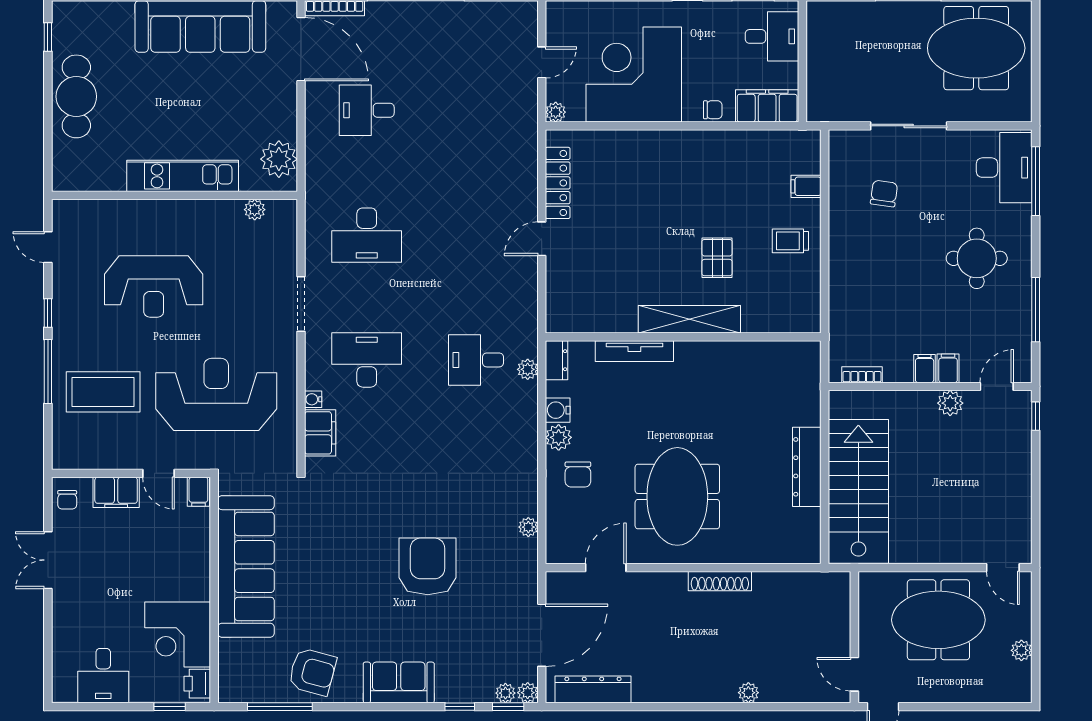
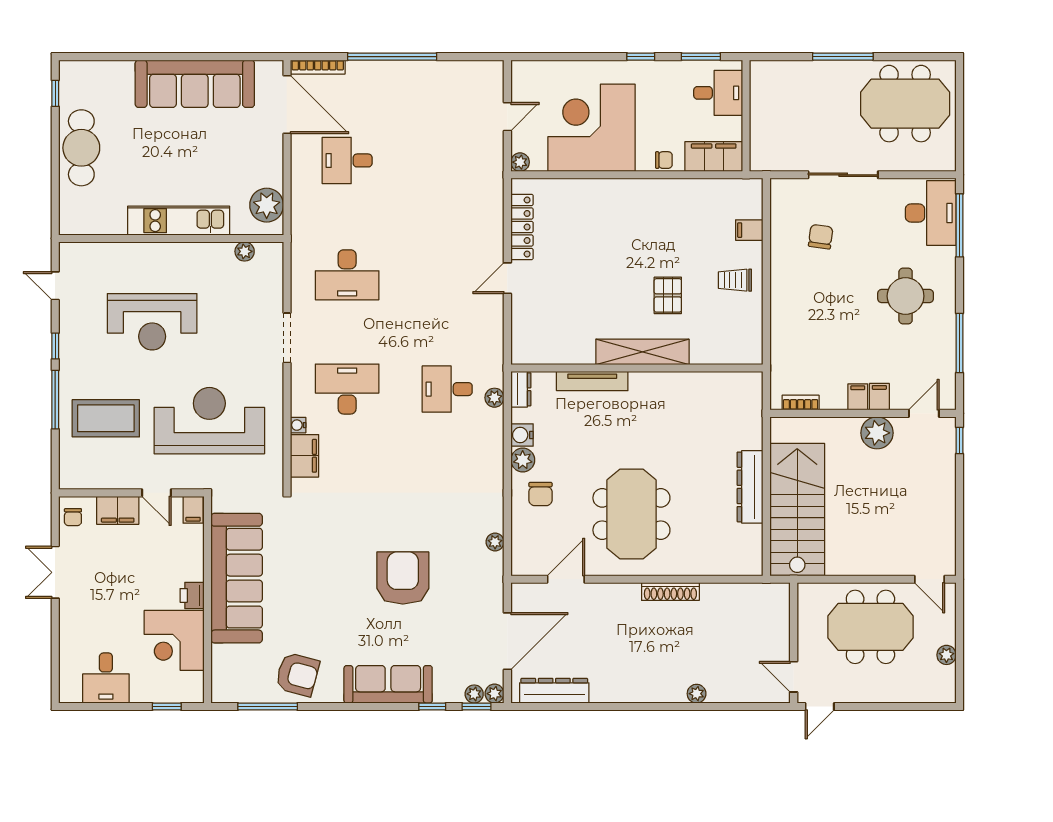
plant: (950, 403) -> (877, 433), width x1.36, depth x1.36
sofa: (399, 682) -> (388, 684), width x1.36
printer: (197, 684) -> (192, 595), moved

